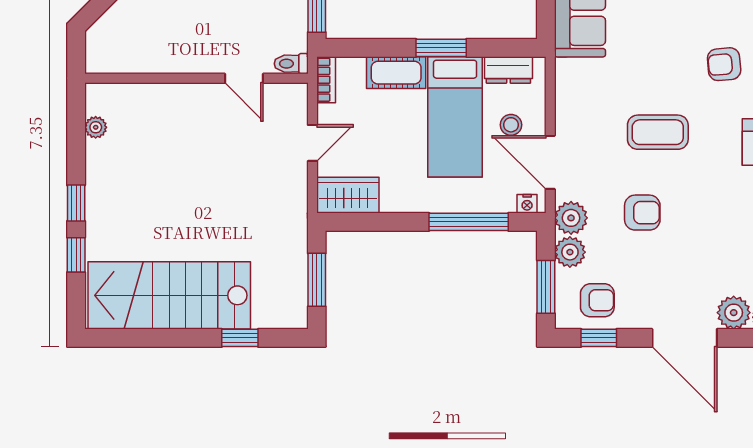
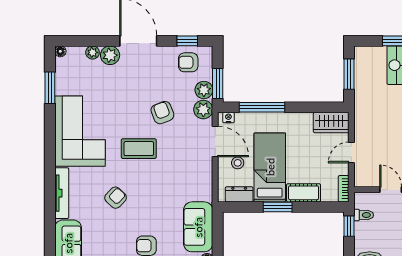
toilet: (291, 64) -> (364, 215), moved
armchair: (724, 64) -> (116, 198), turned -42
coffee table: (658, 132) -> (139, 149), moved
armchair: (642, 213) -> (162, 113), turned 69
window: (546, 287) -> (218, 83), moved

